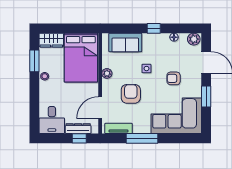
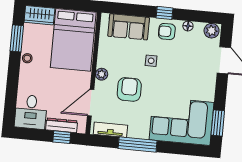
plant: (107, 73) -> (102, 74), moved
armchair: (174, 78) -> (167, 32), moved
window: (206, 96) -> (218, 123), moved

